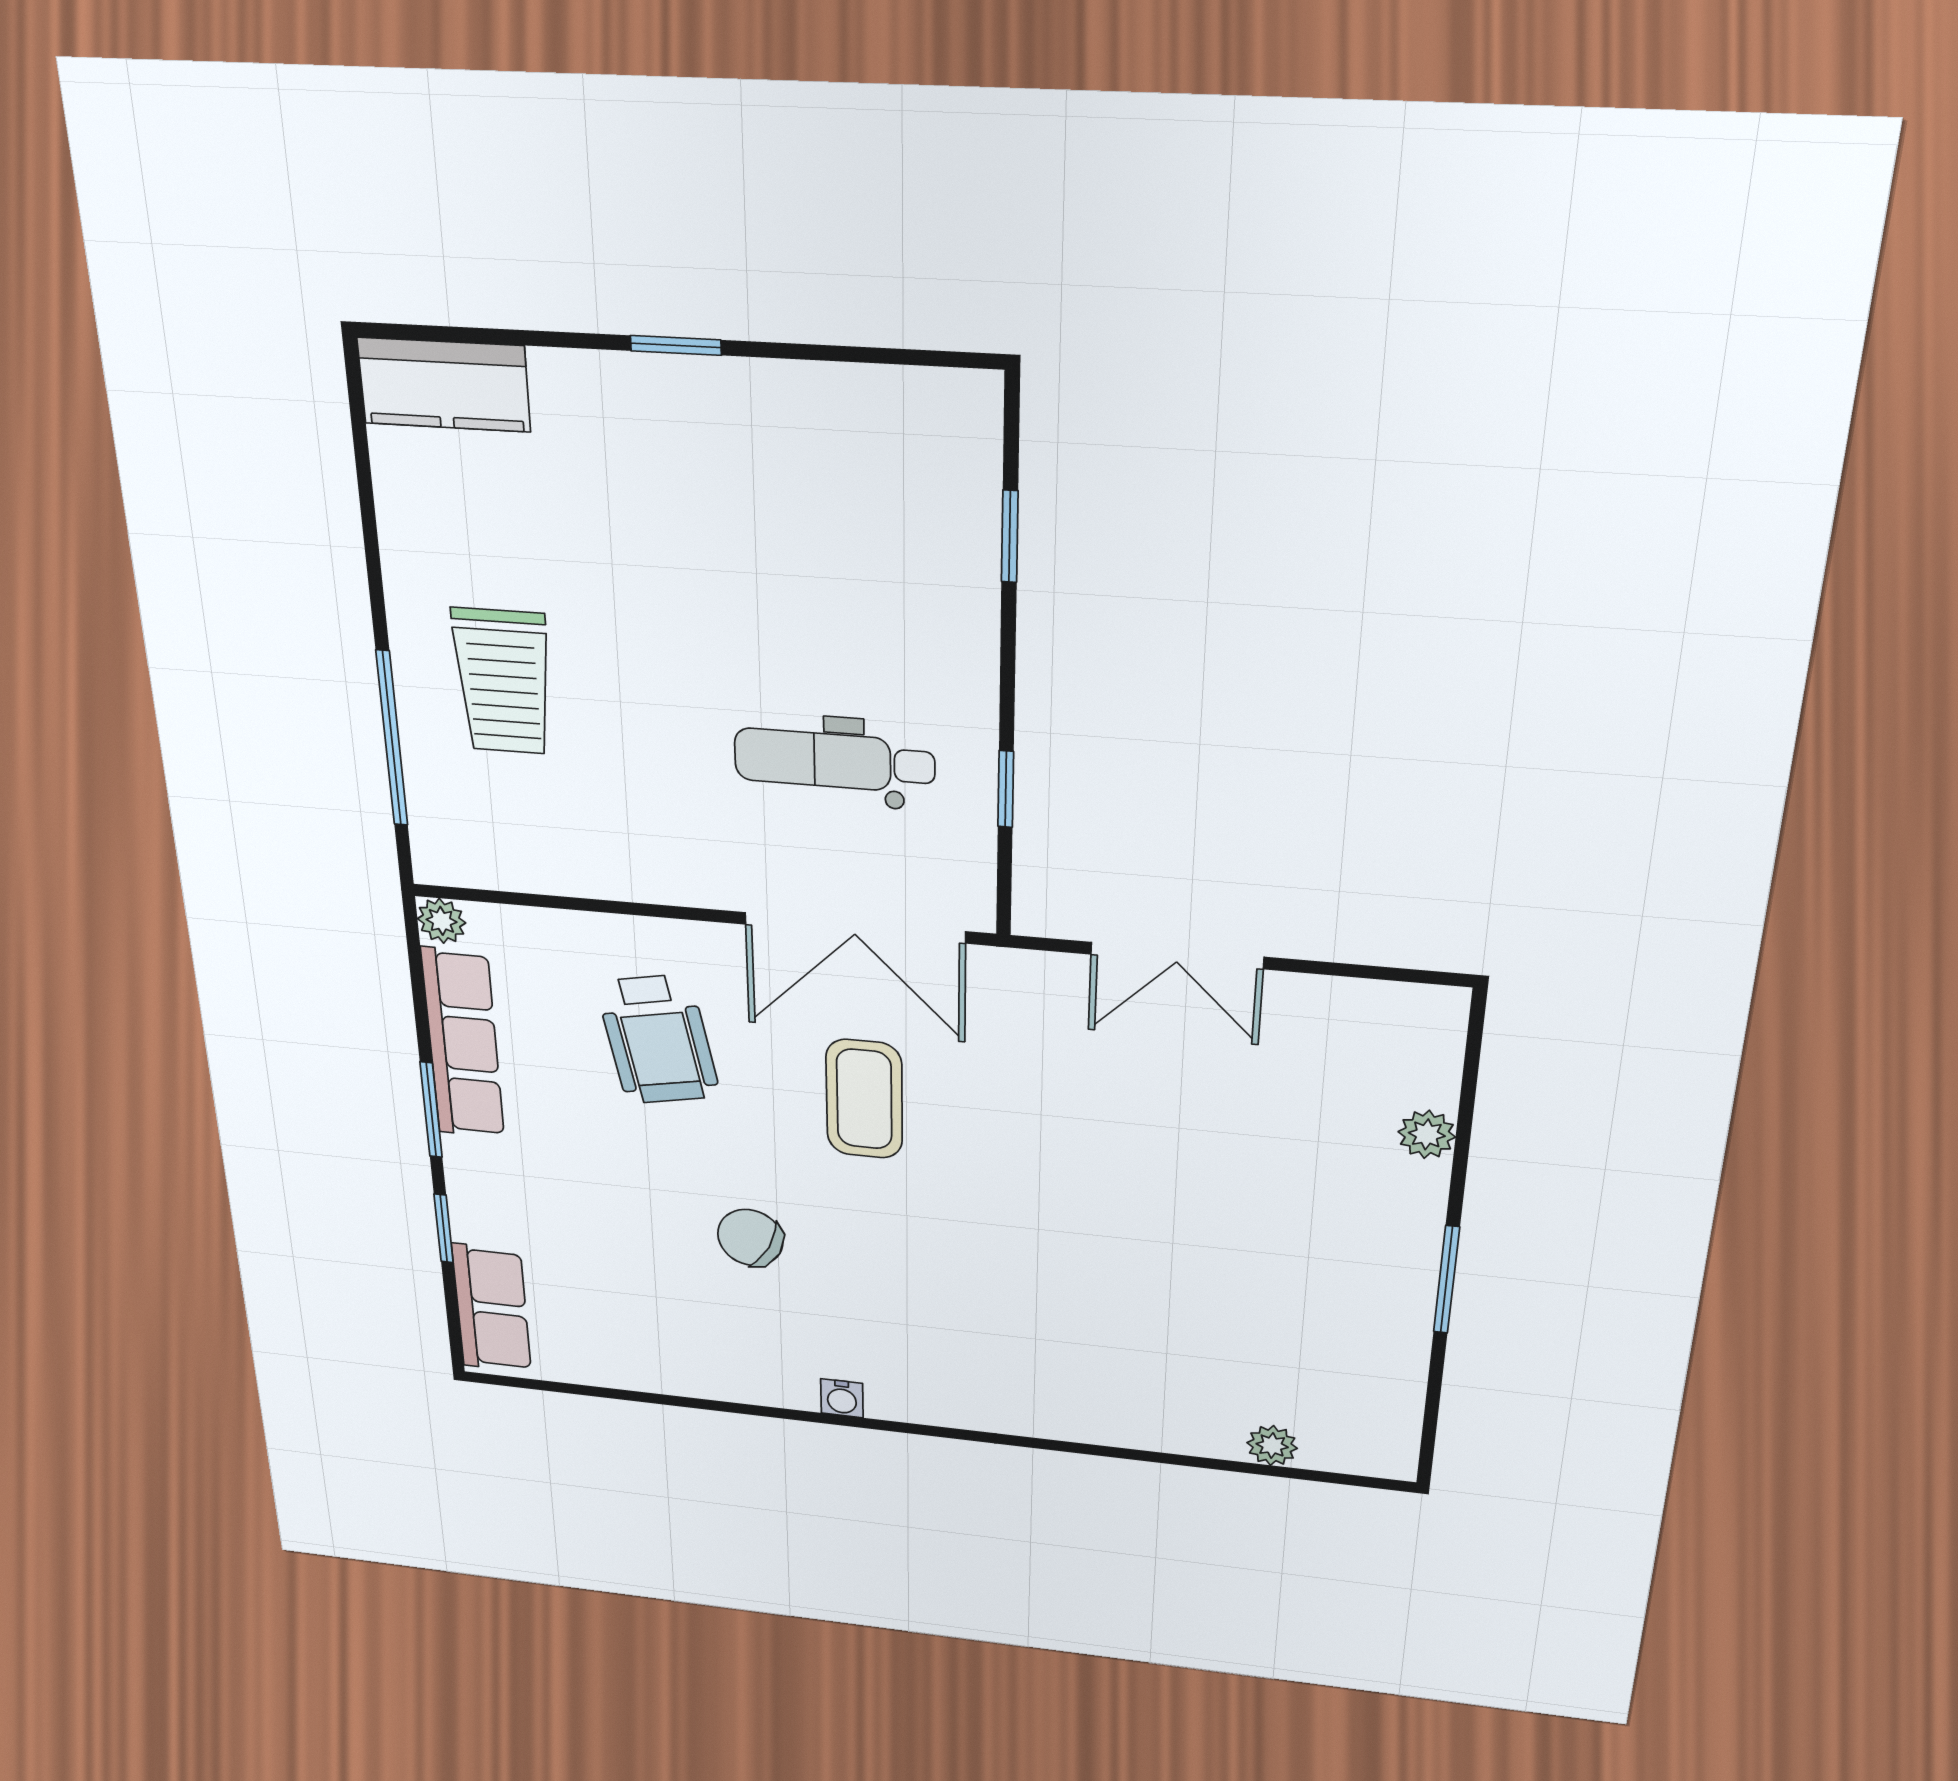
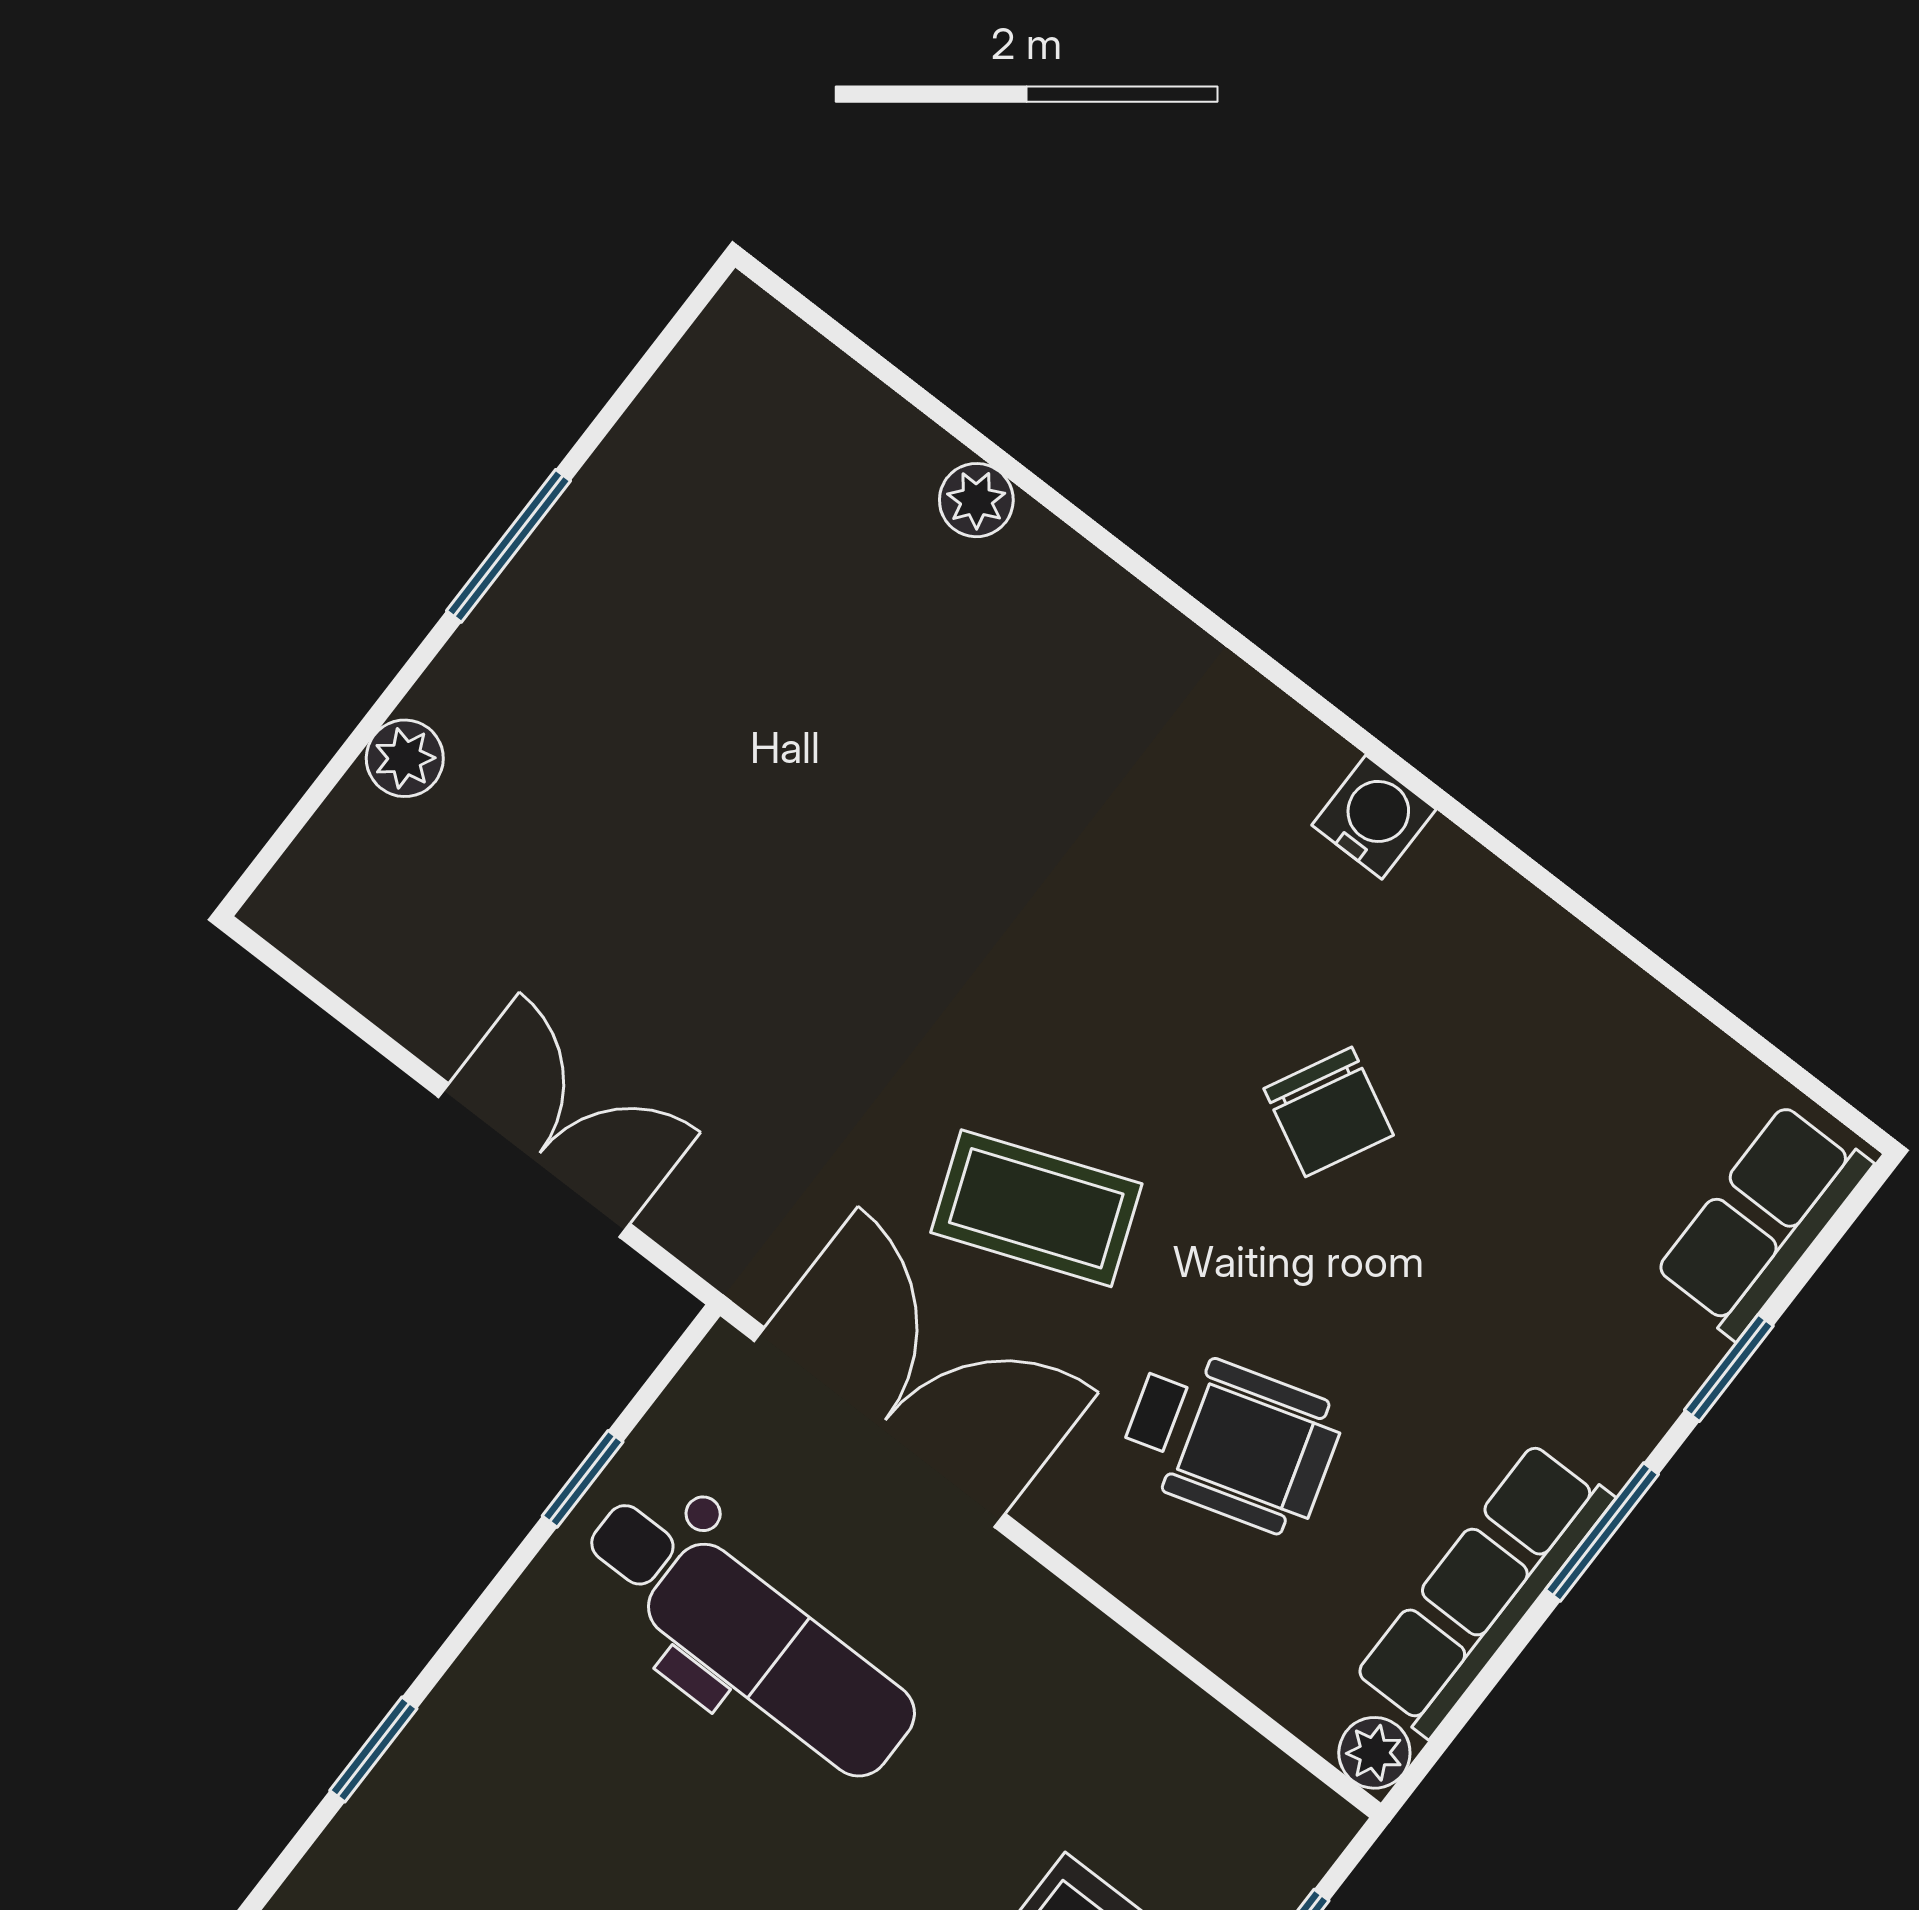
dental chair: (834, 761) -> (749, 1635), width x1.36, depth x1.38
wheelchair: (658, 1040) -> (1231, 1441), turned 84
coffee table: (864, 1099) -> (1036, 1208), turned 69
water cooler: (842, 1398) -> (1374, 817), width x1.38, depth x1.38
plant: (1272, 1446) -> (976, 500), moved

